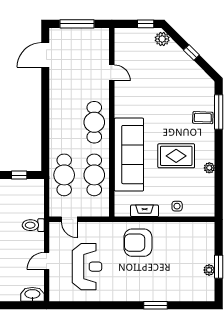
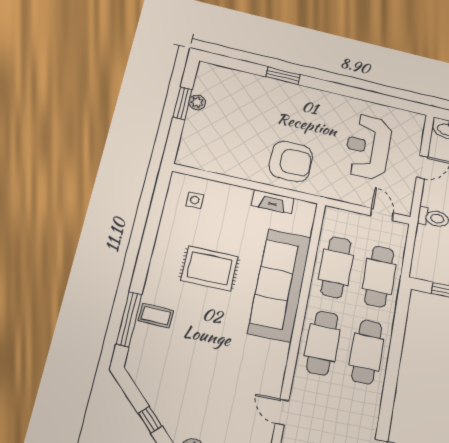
cafe table: (64, 122) -> (367, 352), added
plant: (209, 168) -> (163, 240), removed
side table: (177, 206) -> (195, 200), moved

